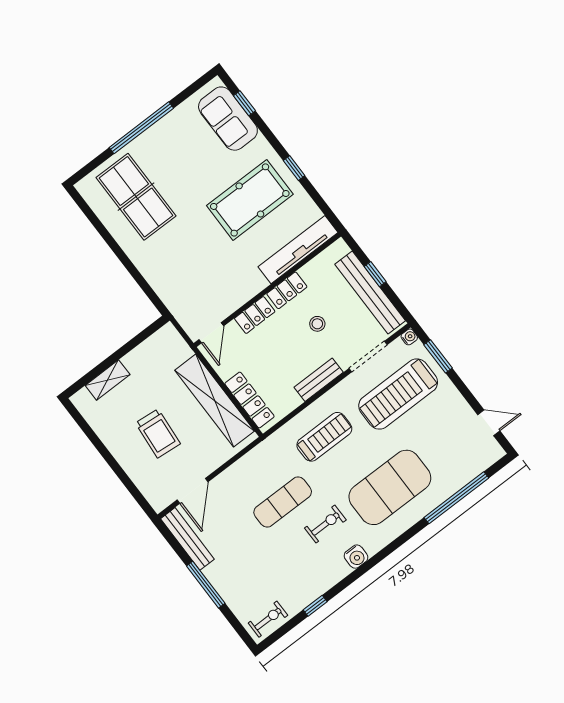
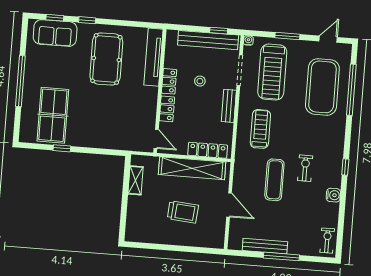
window: (294, 168) -> (87, 20), moved
table tennis table: (136, 197) -> (53, 115), turned 90
window: (109, 239) -> (62, 148), added
window: (375, 274) -> (219, 31), moved
window: (438, 356) -> (287, 36), moved
shelving: (108, 380) -> (135, 180), moved
exercise mat: (390, 487) -> (322, 87), moved
door: (192, 491) -> (229, 205), moved
bench: (187, 539) -> (265, 246), moved
water cooler: (356, 557) -> (333, 195), moved
window: (315, 606) -> (345, 167), moved

